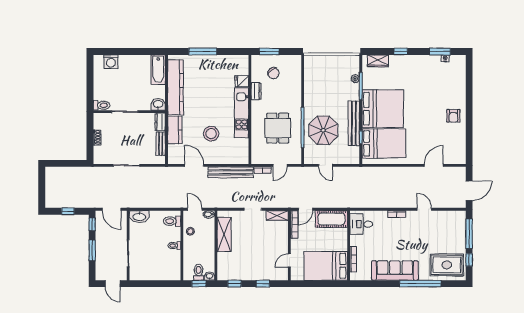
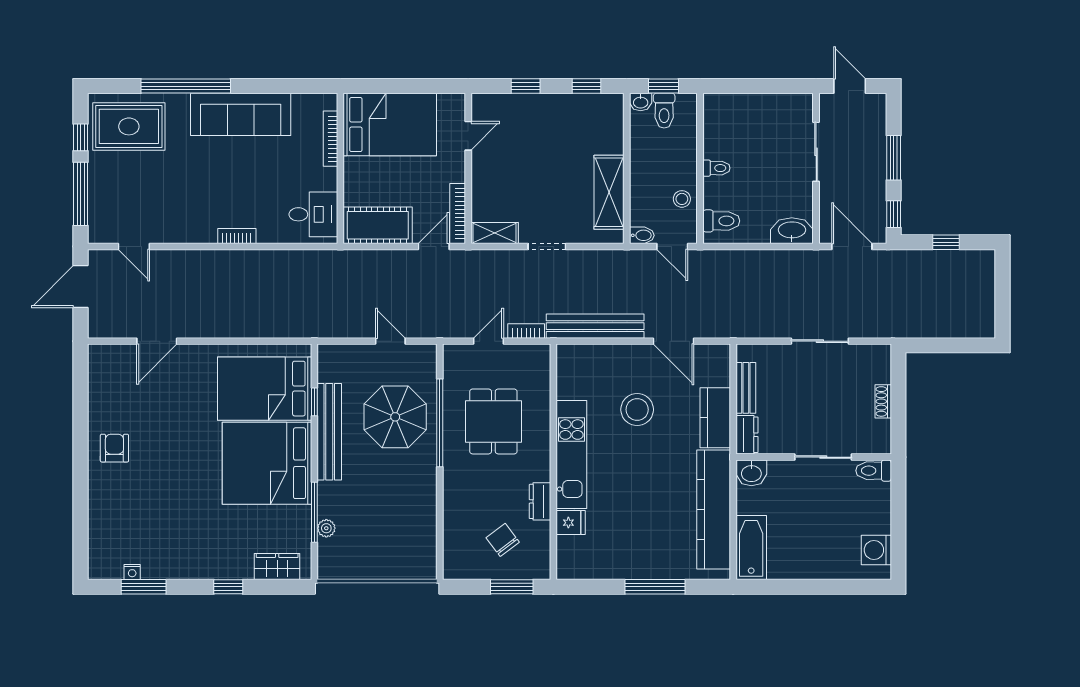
washing machine: (111, 62) -> (876, 550), moved, turned -90
door: (424, 209) -> (134, 246), moved

